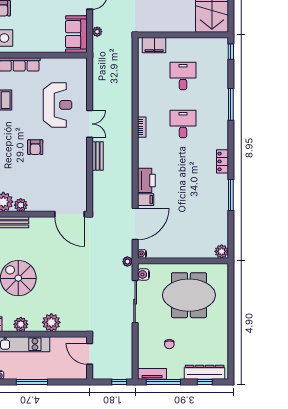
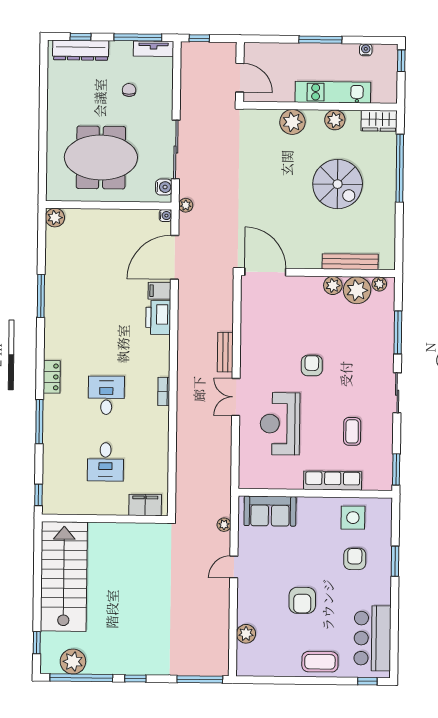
sofa: (76, 34) -> (270, 511), moved, turned 90
desk: (183, 124) -> (106, 395), turned 180
locker: (222, 161) -> (52, 377), moved

